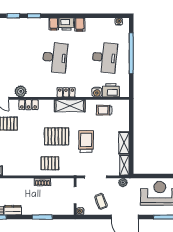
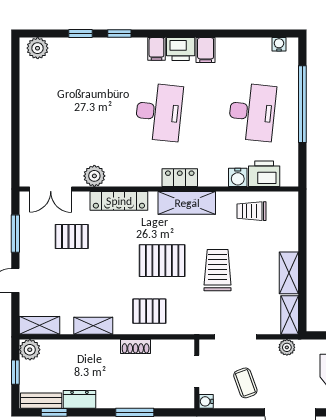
locker: (28, 105) -> (119, 201), width x1.53
shelving: (20, 171) -> (93, 326), added

